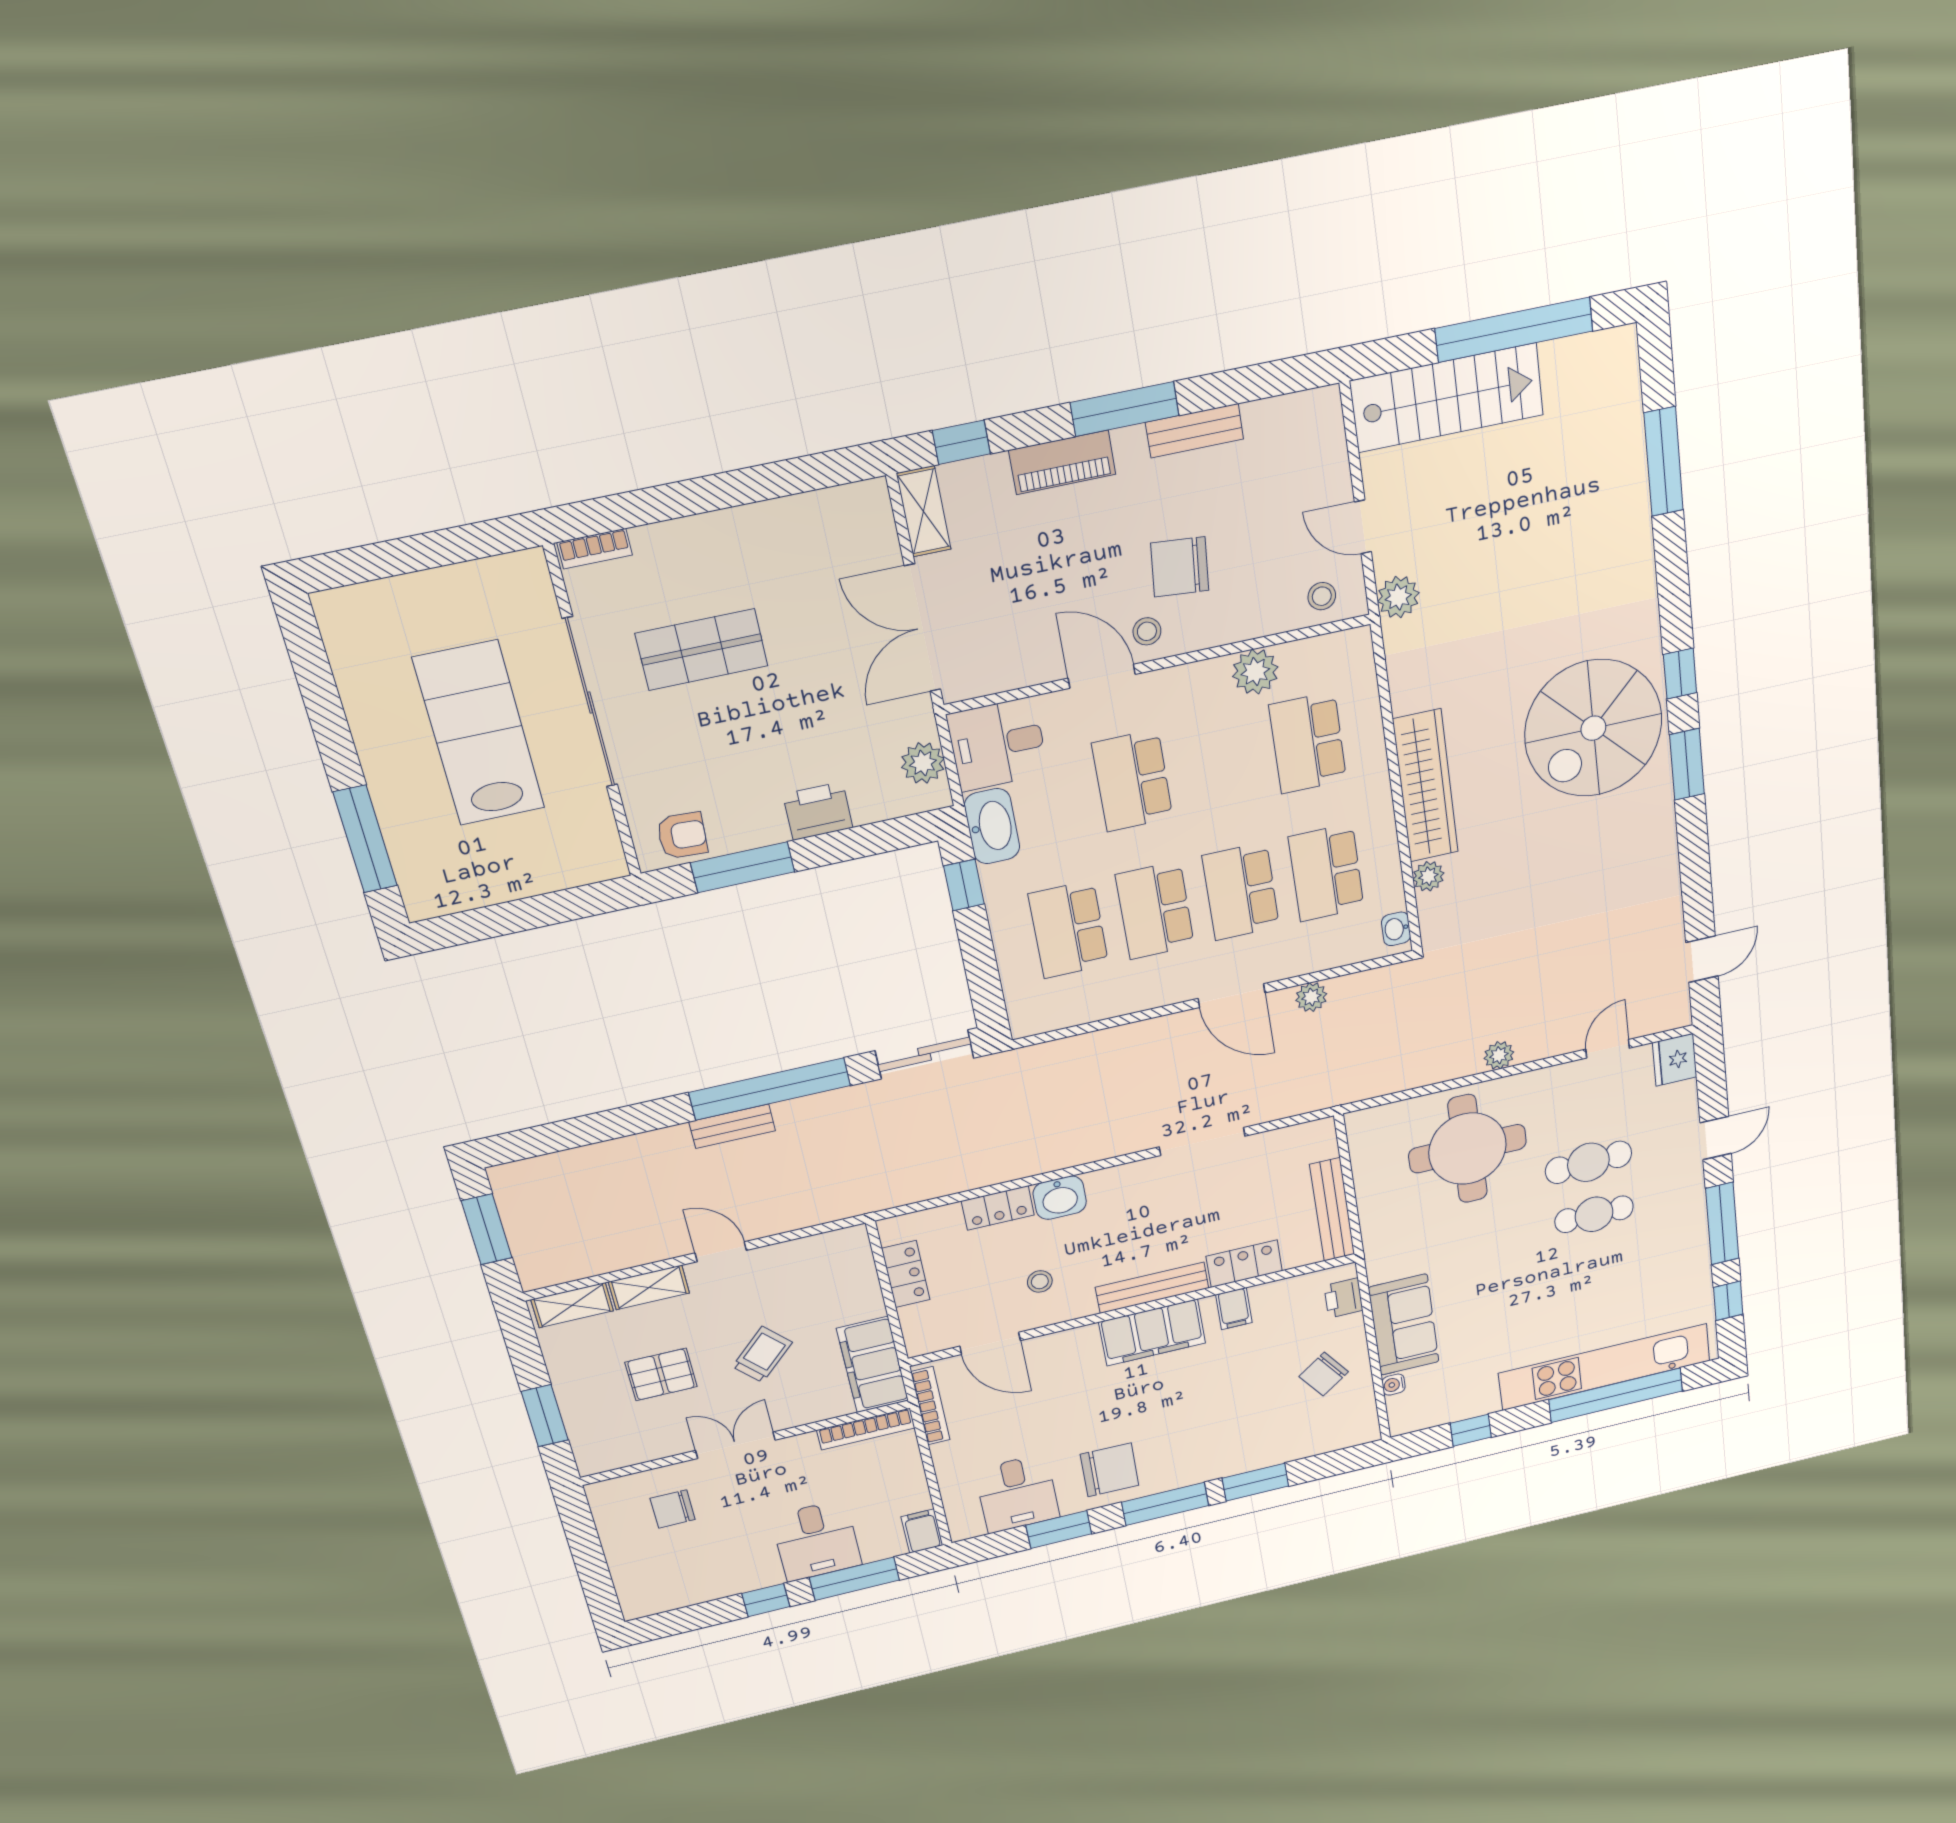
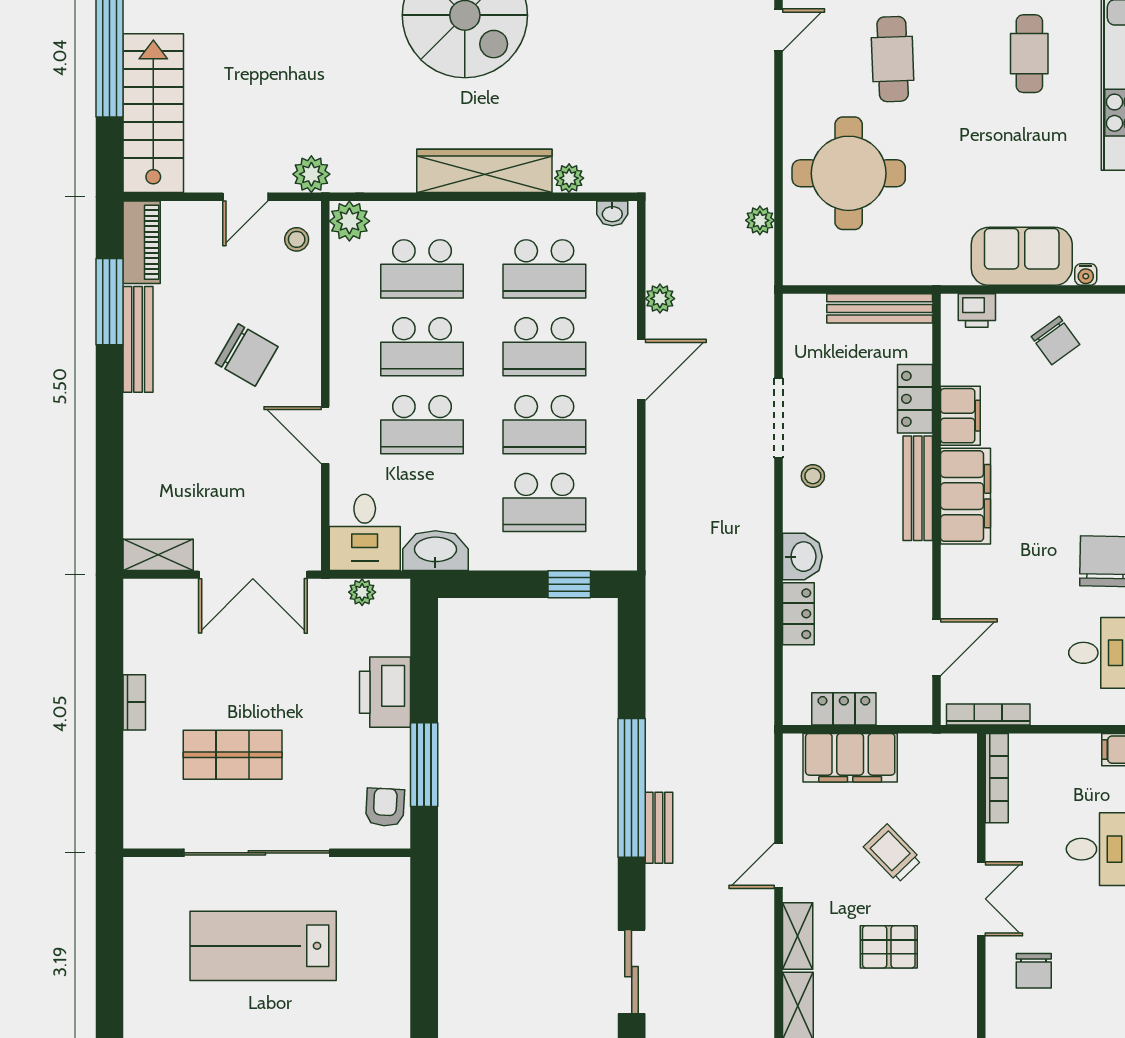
window: (1125, 409) -> (109, 302), moved
bench: (1195, 431) -> (138, 339), width x1.36
window: (961, 442) -> (109, 514), removed
piano: (1062, 462) -> (142, 242), moved
bookcase: (595, 549) -> (134, 702), moved
chair: (1180, 567) -> (247, 355), turned -65
stool: (1147, 631) -> (295, 391), removed
shop shelf: (702, 650) -> (233, 755), turned 90
plant: (1255, 672) -> (349, 221), moved
door: (1102, 676) -> (325, 435), hinge flipped
school desk: (1220, 762) -> (422, 347), added
plant: (923, 763) -> (362, 592), width x0.73, depth x0.73
printer: (818, 811) -> (385, 692), width x1.37, depth x1.19
window: (964, 885) -> (569, 584), moved
door: (1608, 1049) -> (779, 30), swing flipped
sliding door: (925, 1054) -> (632, 972), moved
plant: (1499, 1055) -> (760, 220), moved
cafe table: (1594, 1214) -> (1029, 54), moved
stool: (1040, 1281) -> (813, 476), moved
filing cabinet: (1234, 1309) -> (960, 416), width x2.00
filing cabinet: (873, 1365) -> (850, 758), moved
pallet: (661, 1374) -> (889, 947), turned 90
double door: (735, 1445) -> (981, 899), swing flipped

